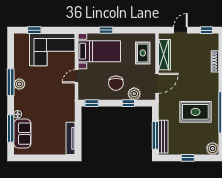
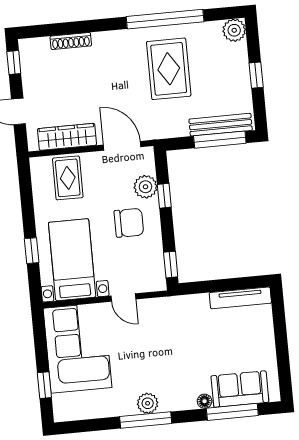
rug: (143, 53) -> (68, 178), turned 90

